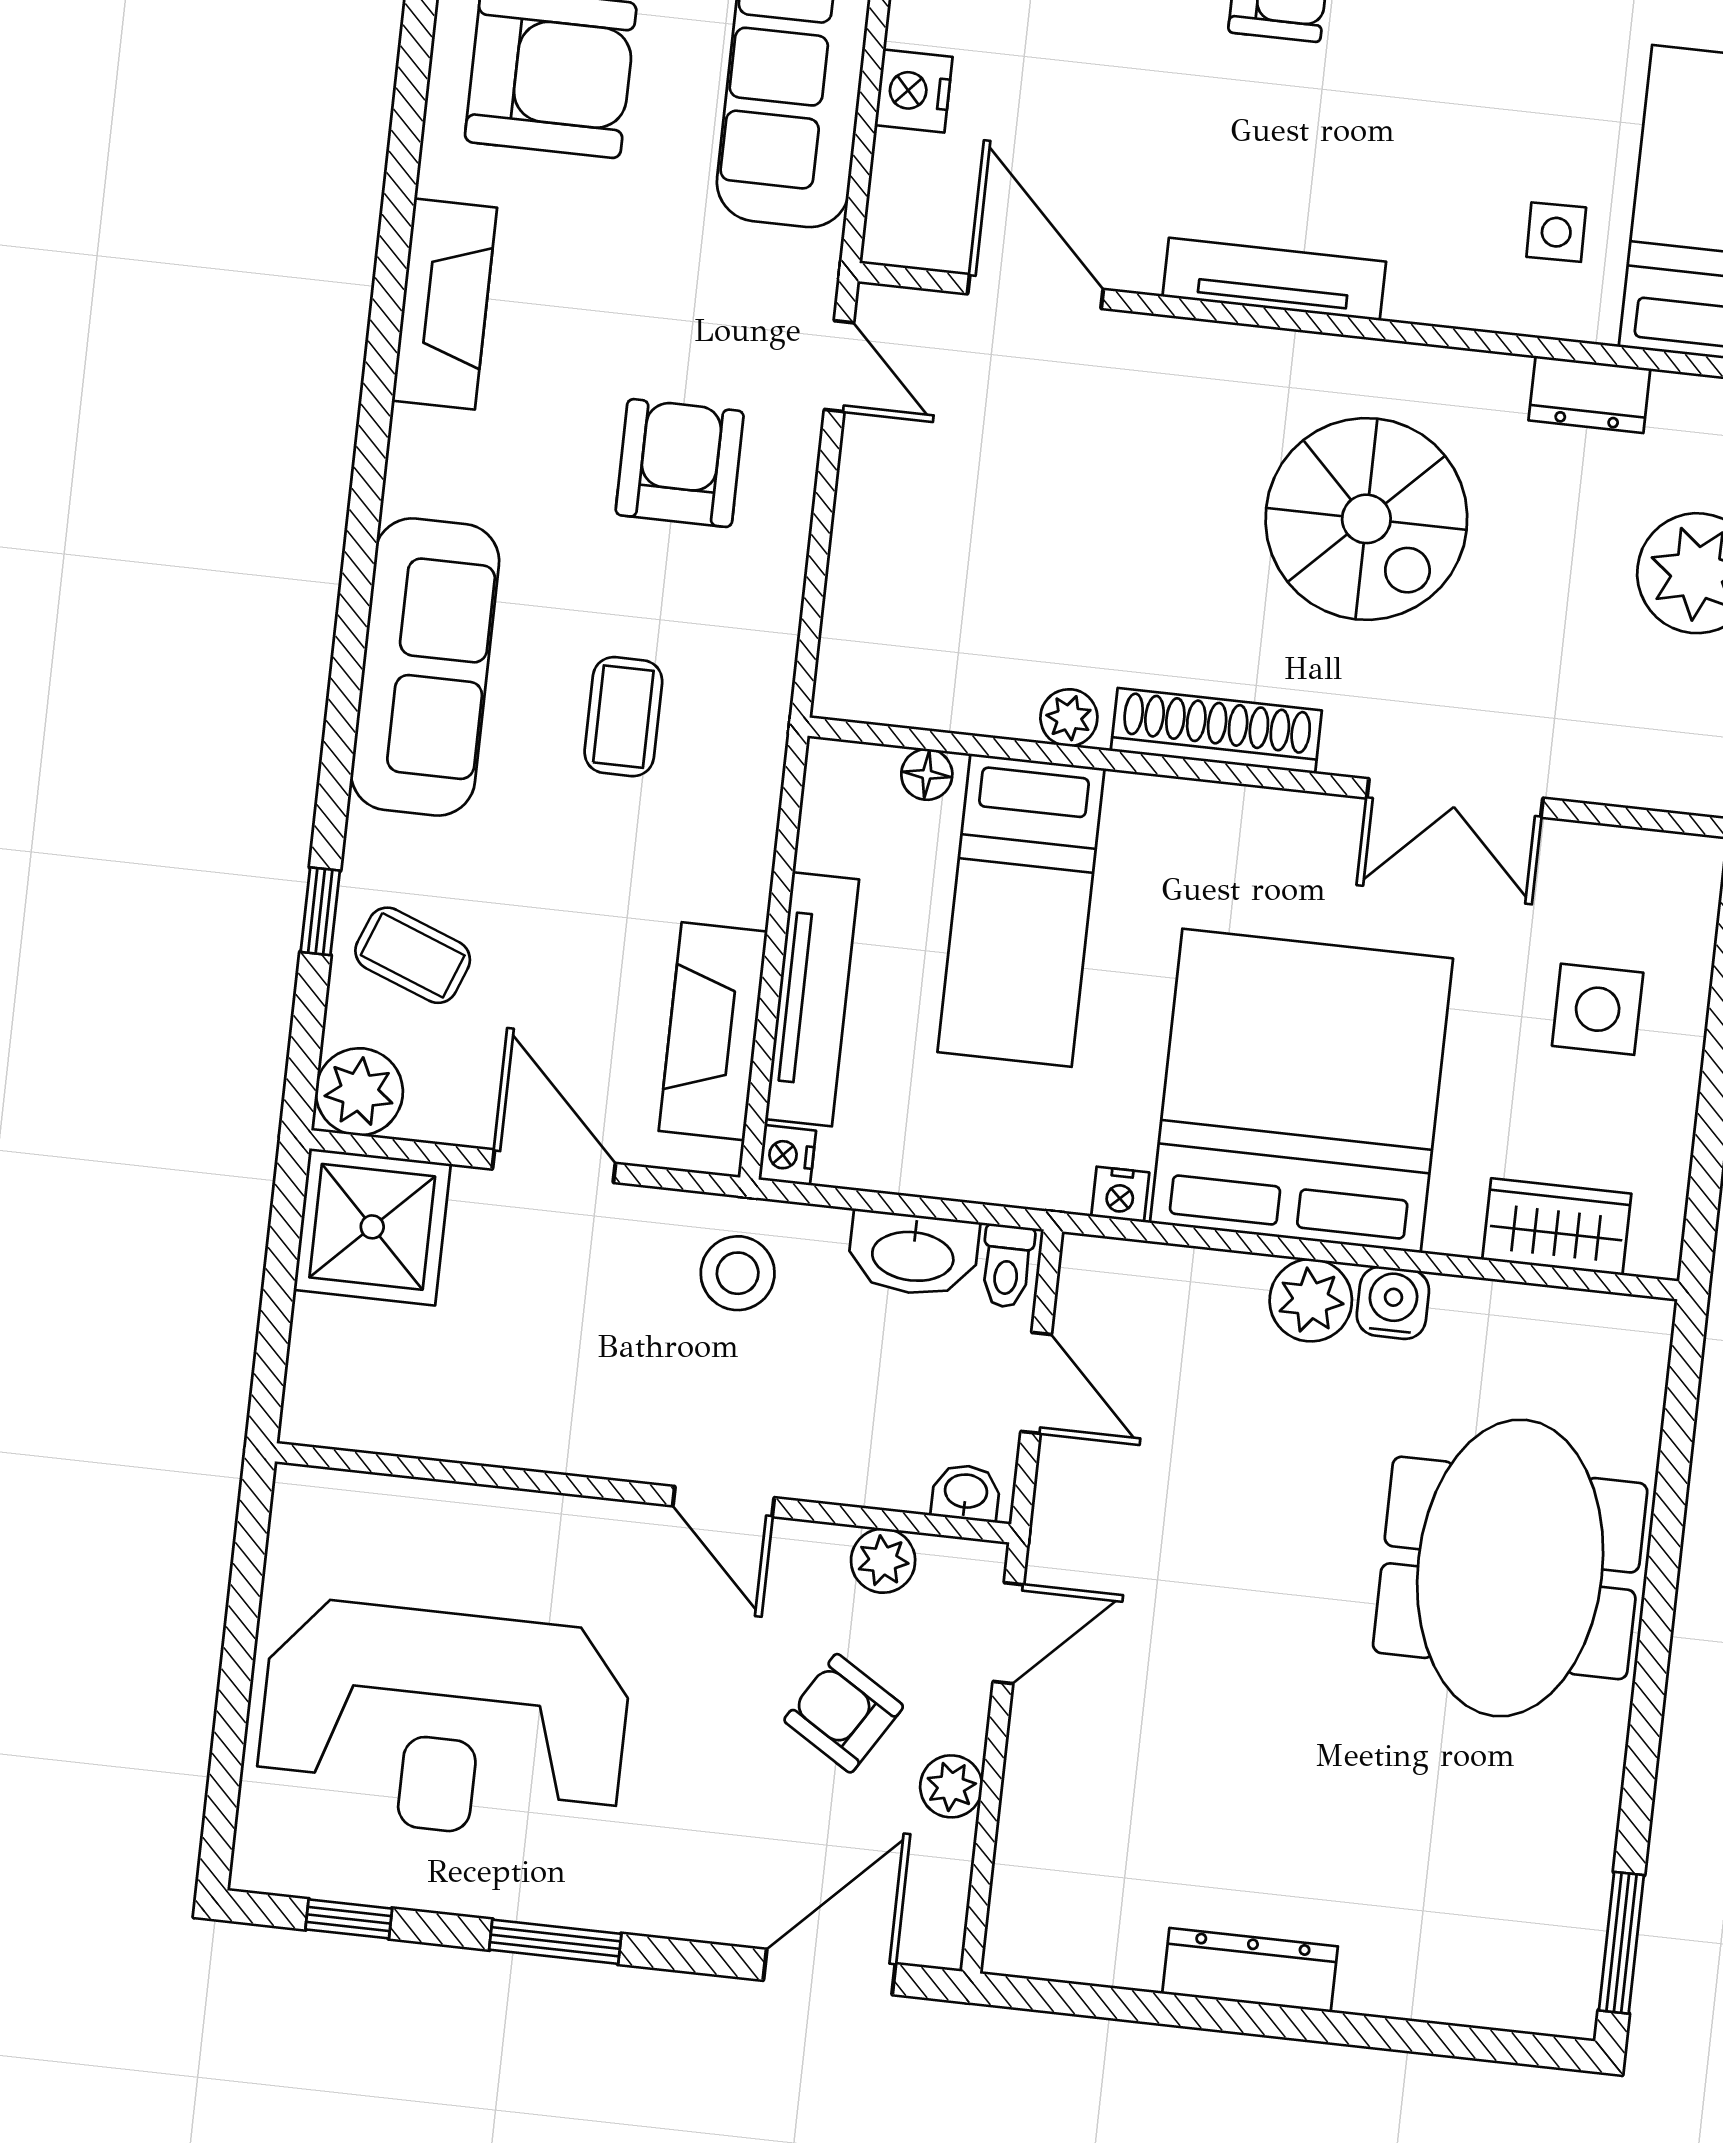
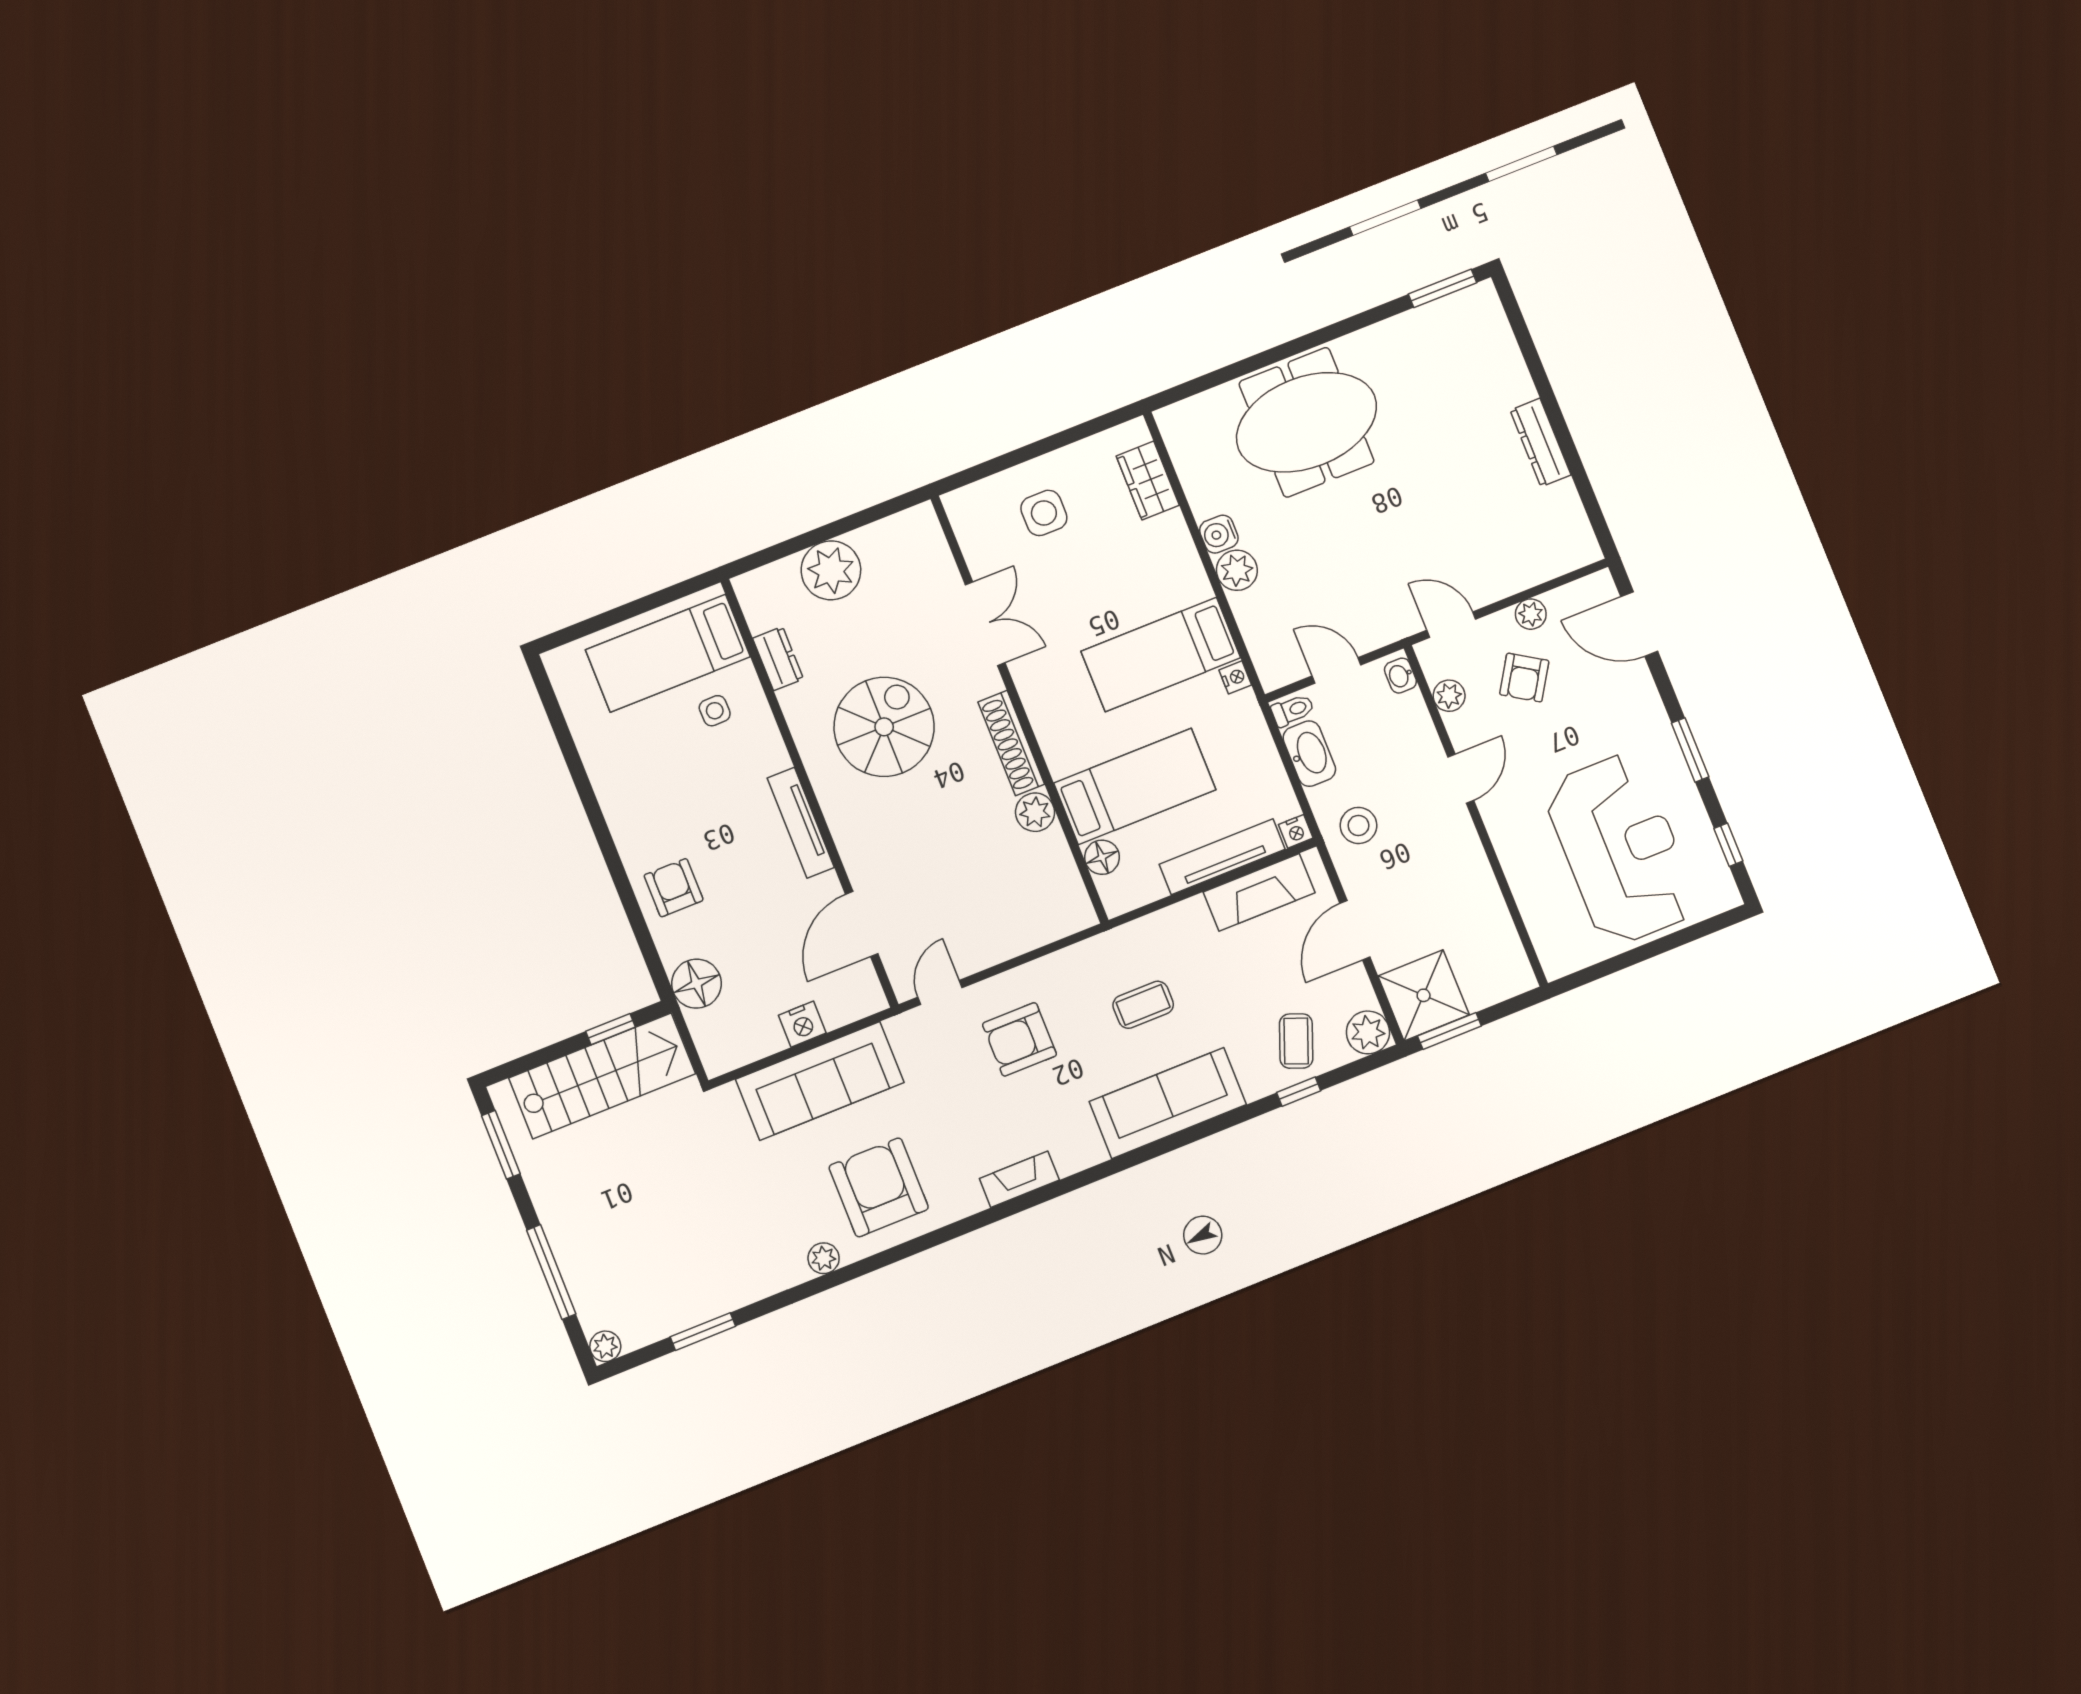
fireplace: (444, 304) -> (1019, 1179), width x0.73, depth x0.76
plant: (1069, 718) -> (1035, 812), width x1.38, depth x1.38
floor lamp: (927, 774) -> (1102, 857), width x1.37, depth x1.37
bed: (1301, 1091) -> (1161, 655), width x0.49
window: (284, 1239) -> (1449, 1031), added
door: (1036, 1383) -> (1337, 670), hinge flipped

